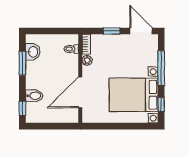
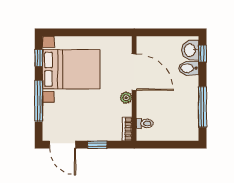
washbasin: (33, 52) -> (190, 50), moved
plant: (87, 60) -> (126, 98), moved
window: (22, 63) -> (202, 107), width x1.44
door: (80, 92) -> (134, 72), hinge flipped

